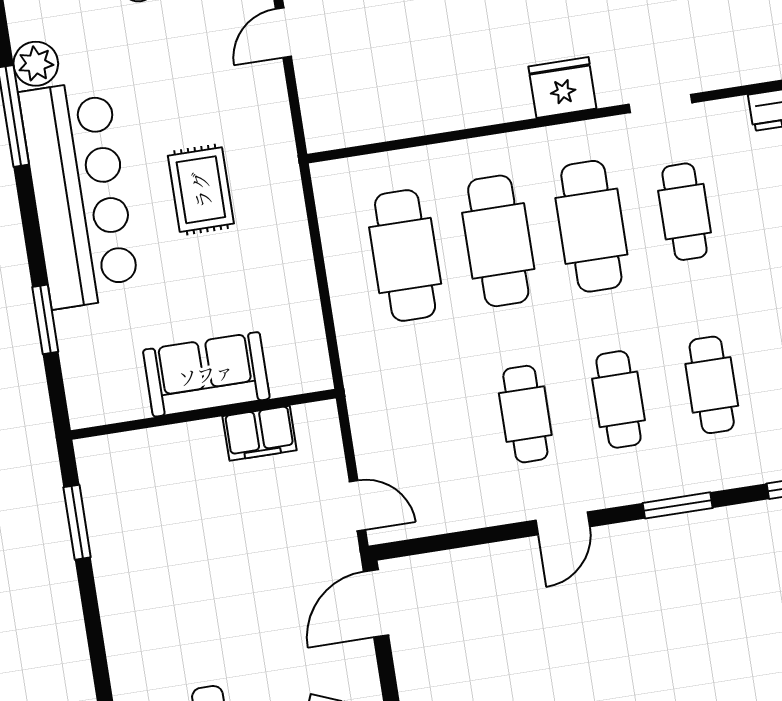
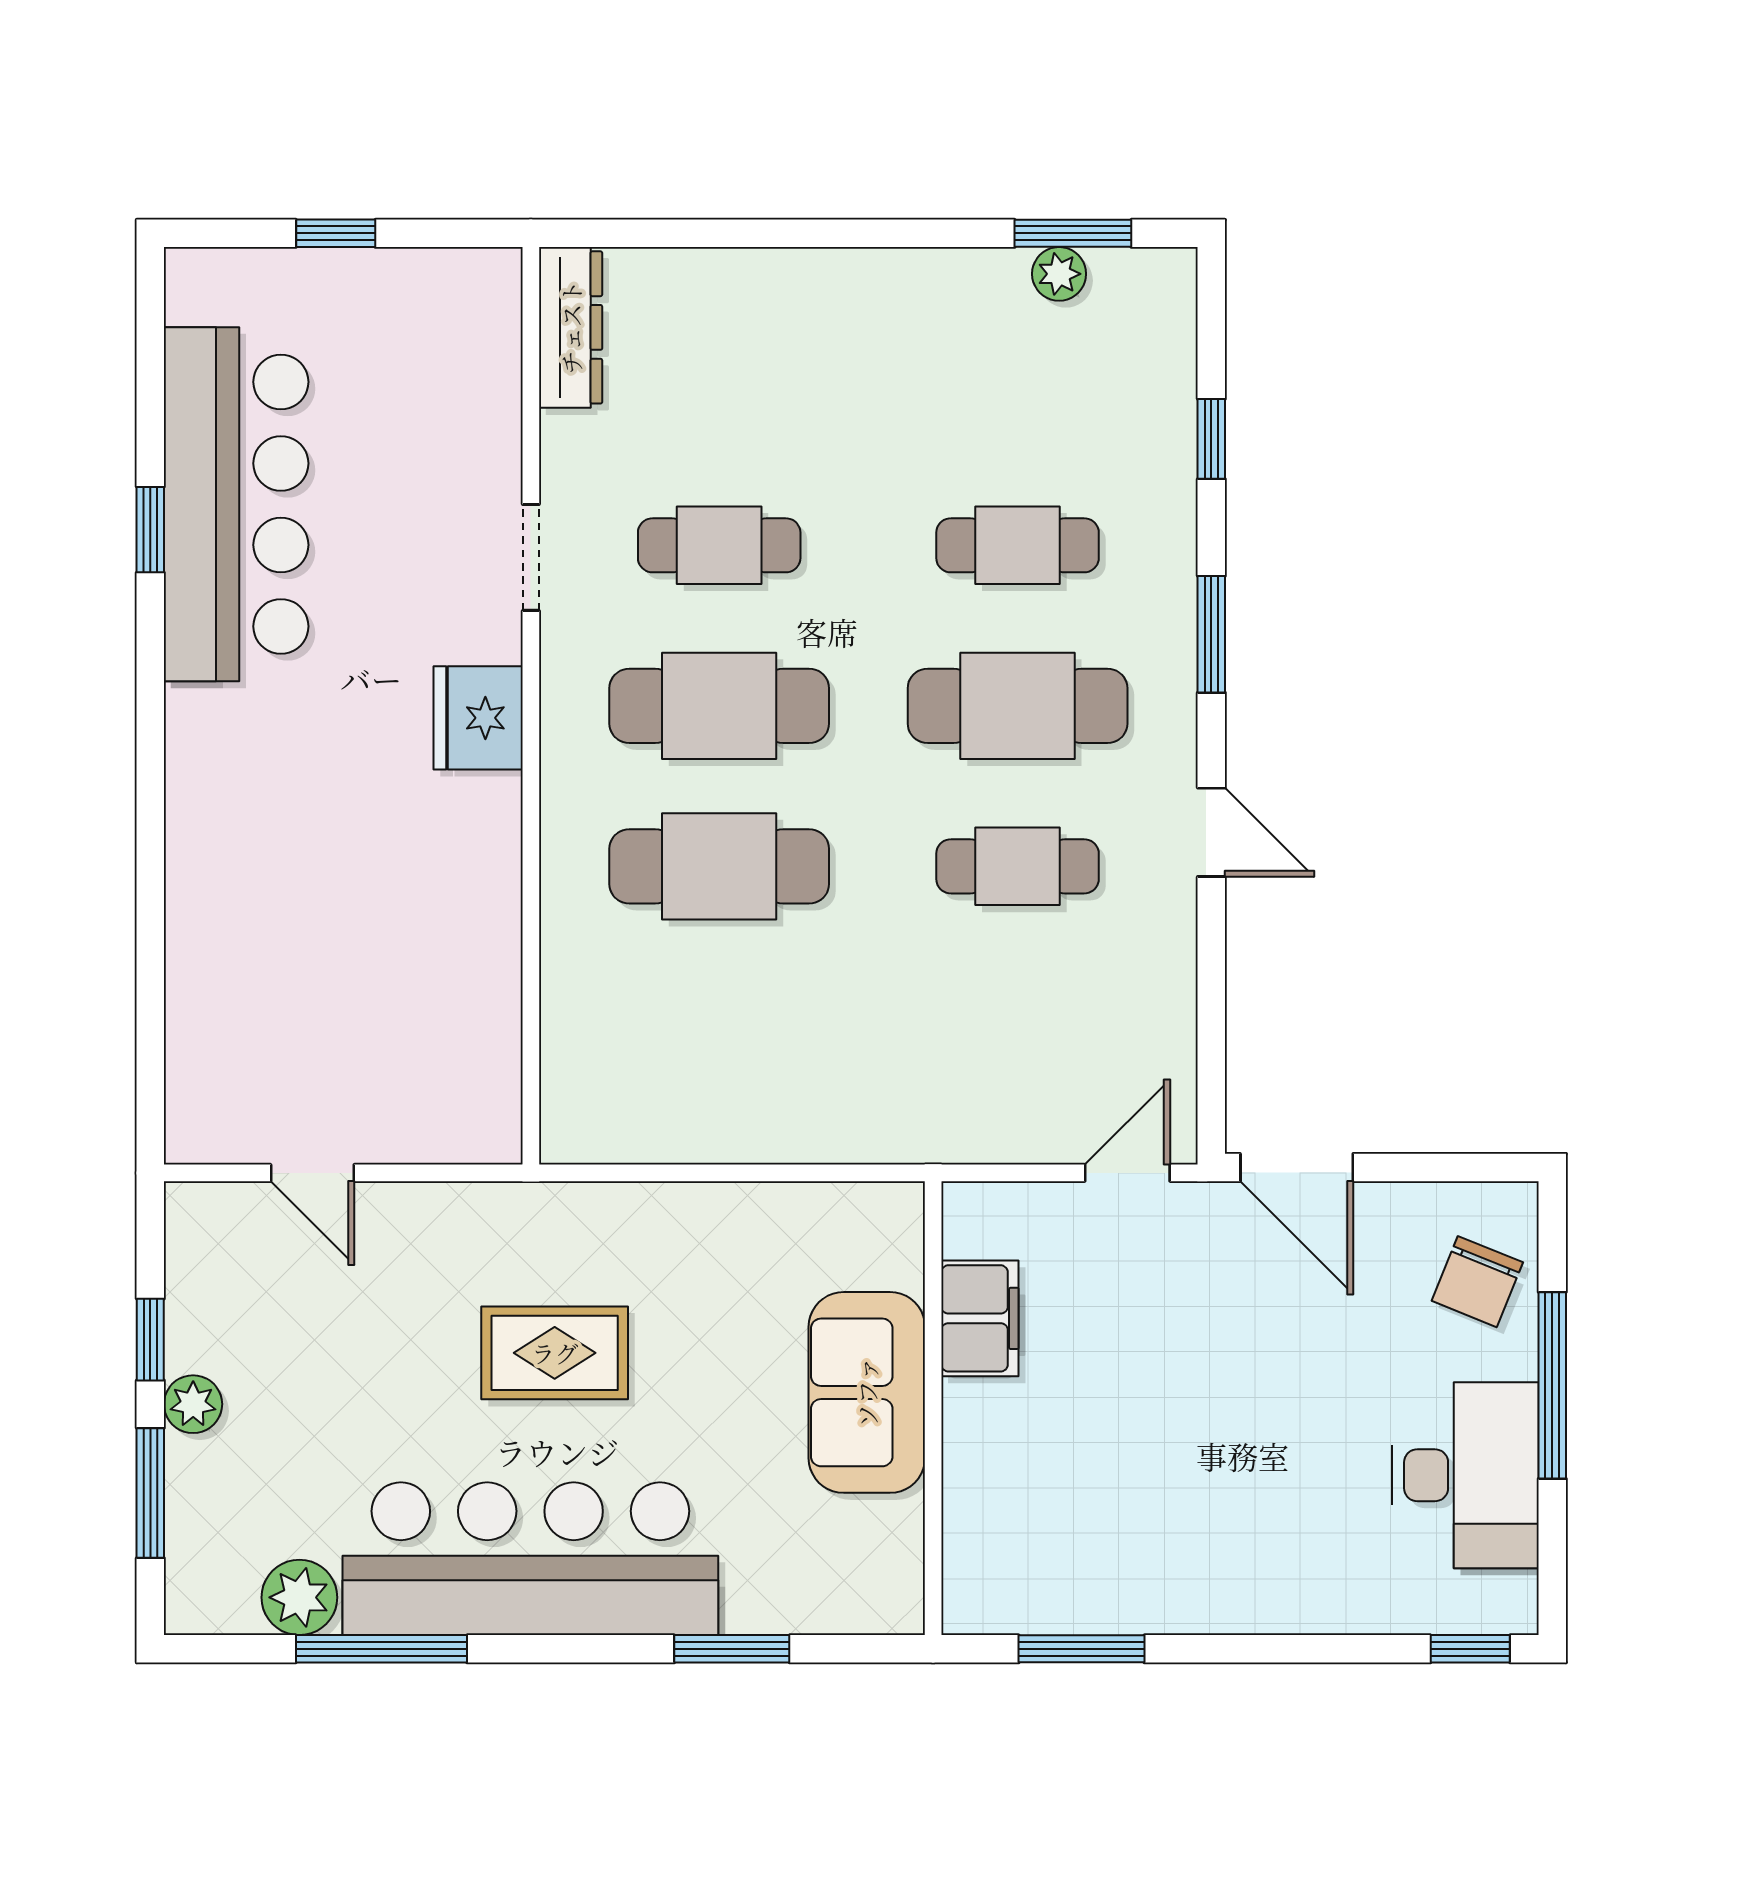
cafe table: (405, 255) -> (719, 1027), removed
cafe table: (619, 399) -> (1018, 706), width x1.37, depth x1.35

